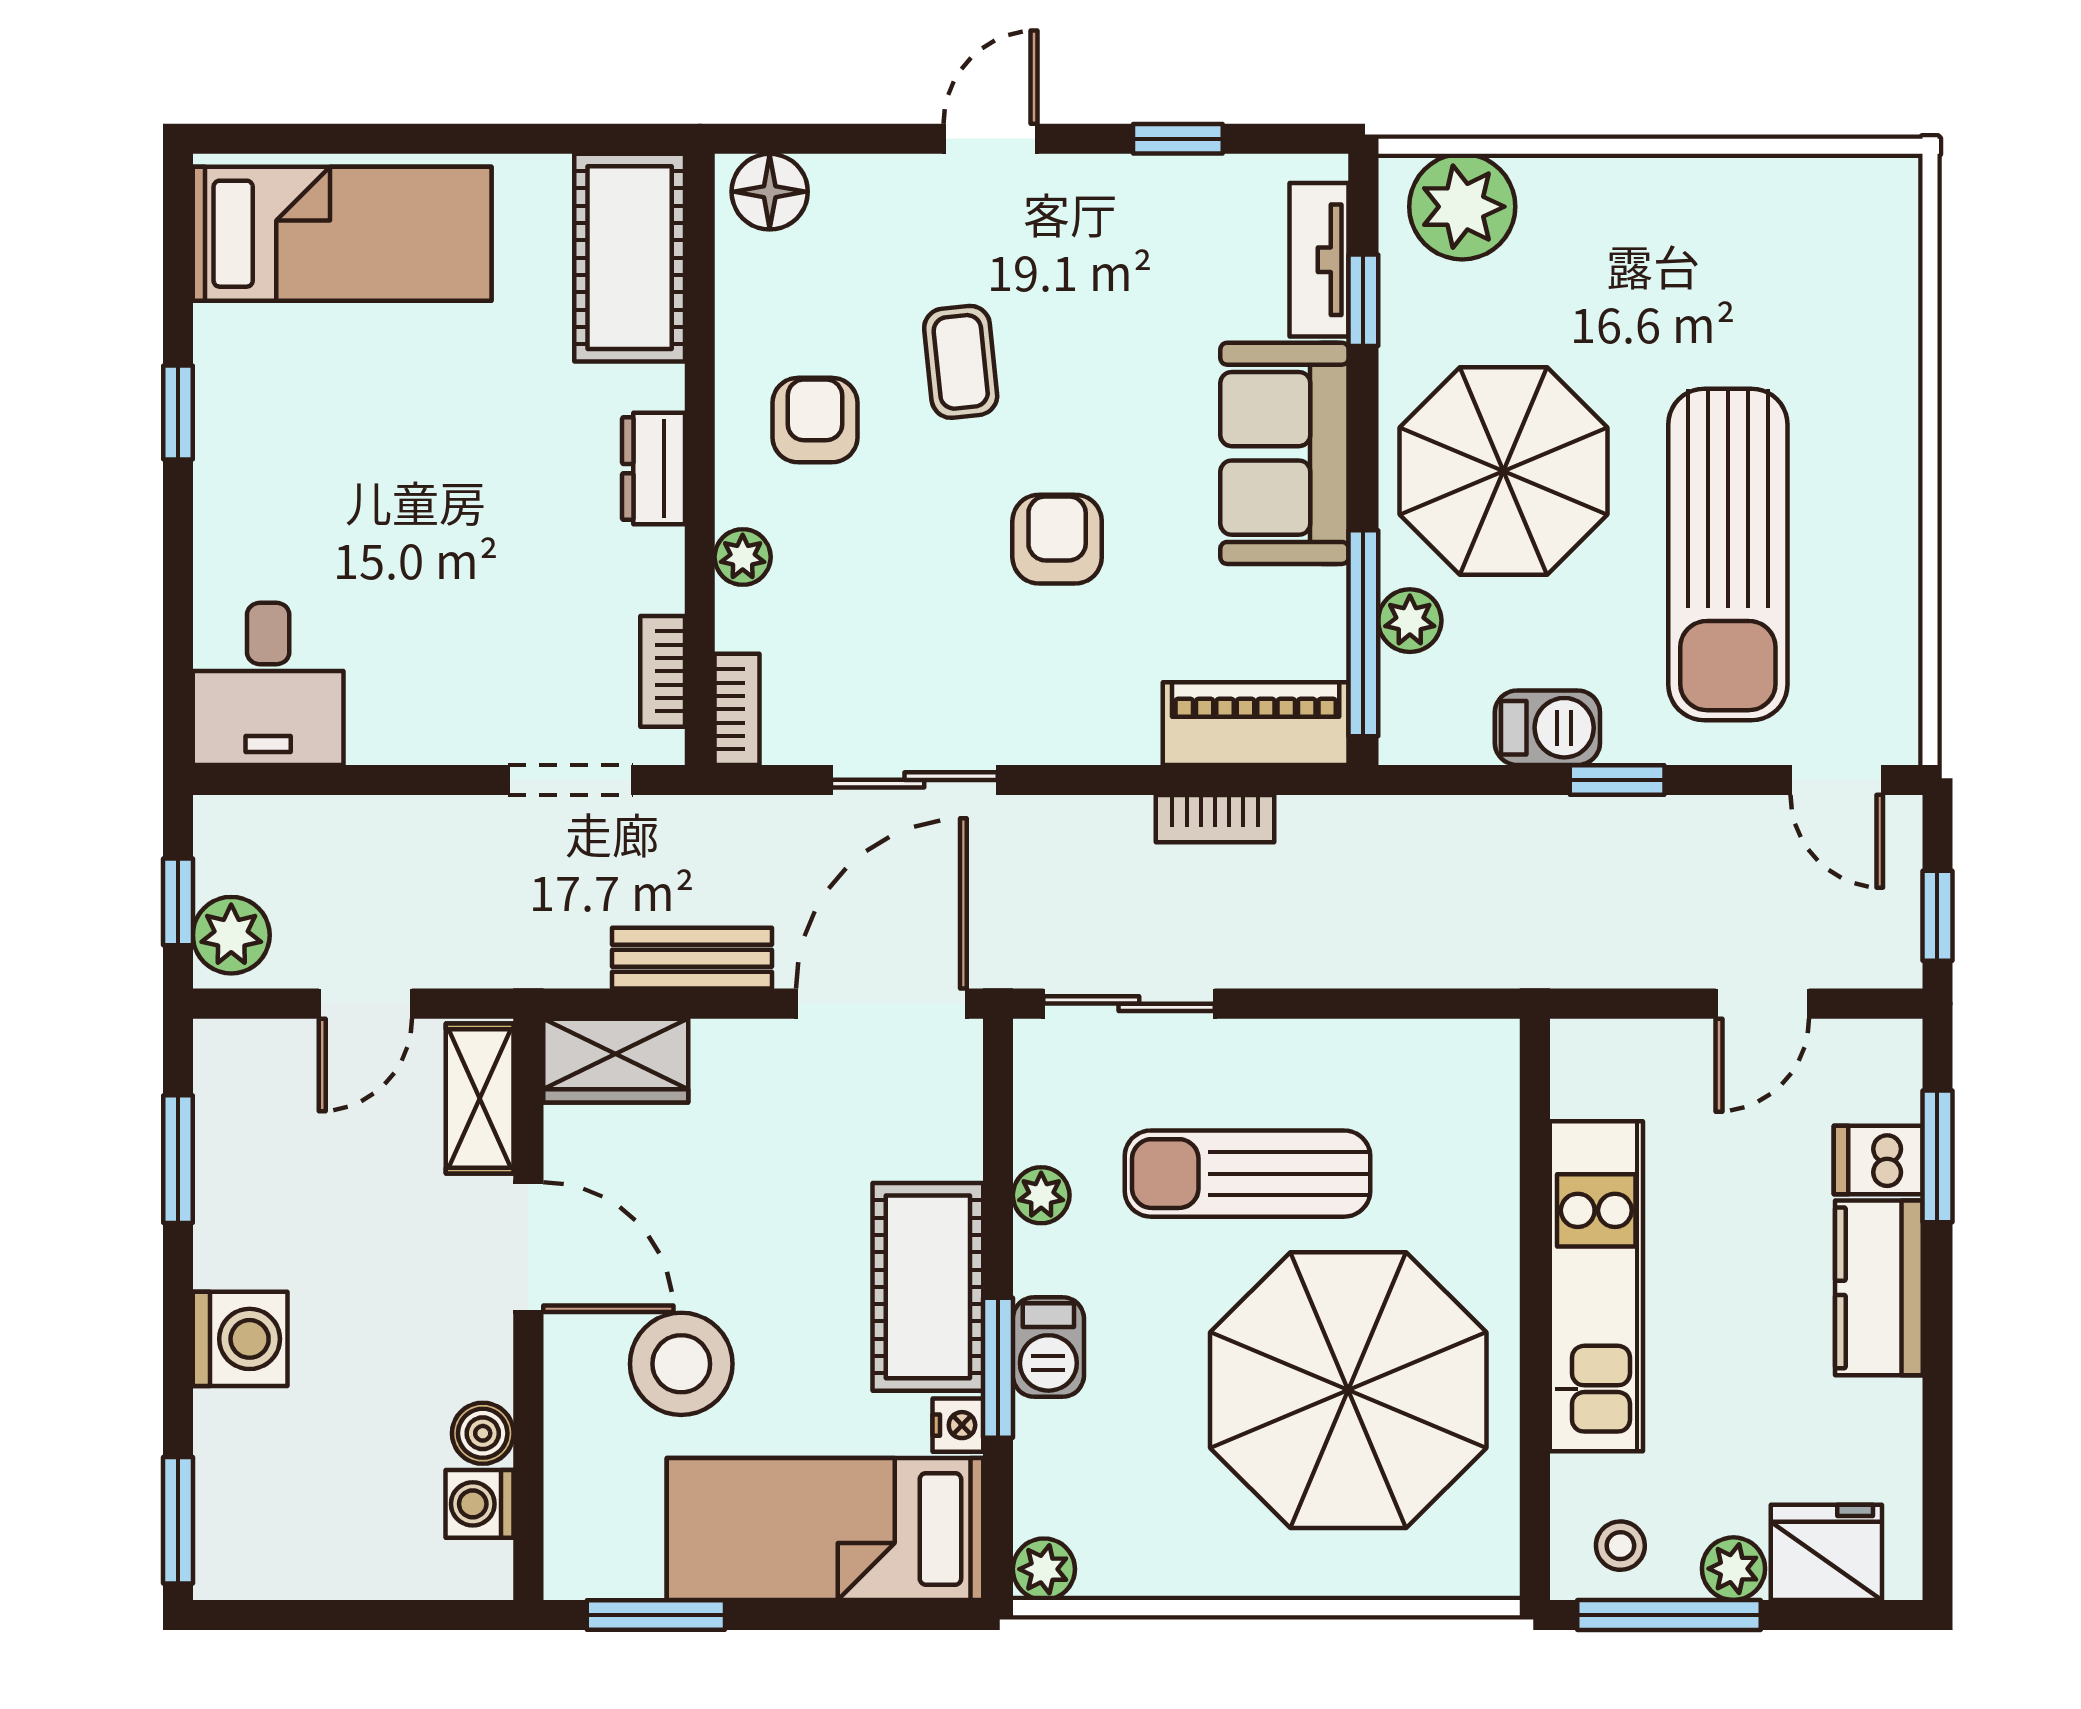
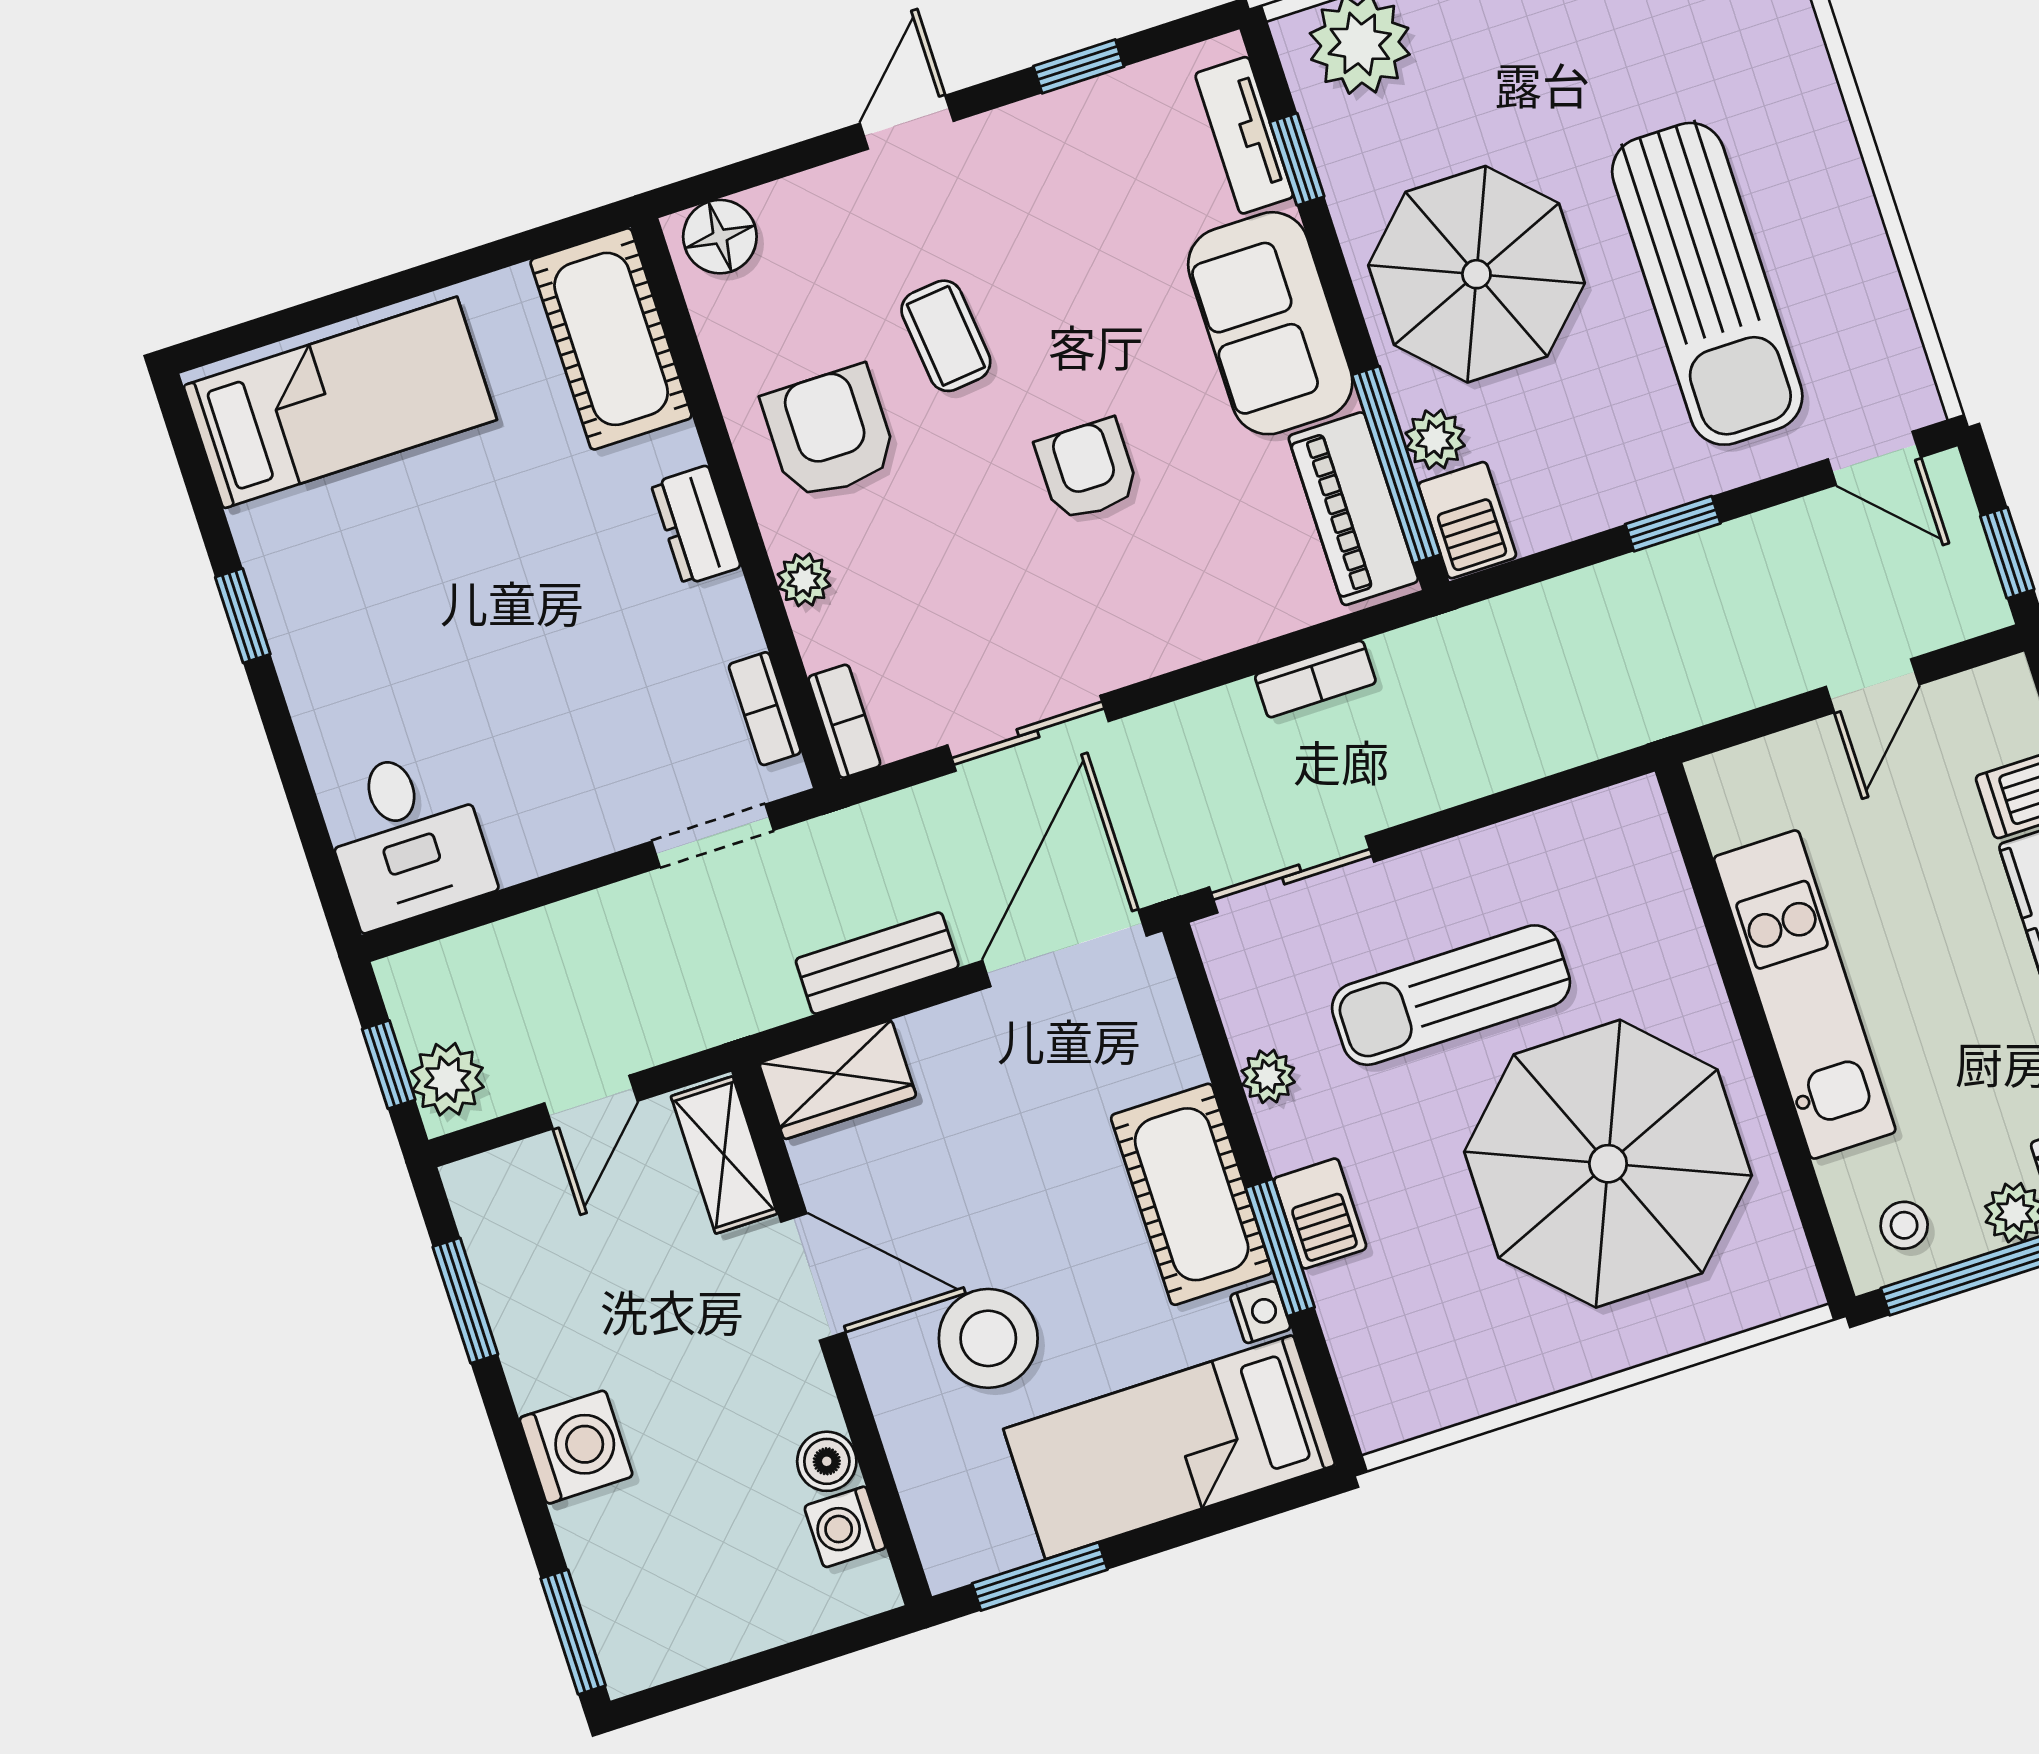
armchair: (815, 420) -> (830, 433), width x1.38, depth x1.38
piano: (1256, 724) -> (1353, 509), moved, turned -90
barbecue: (1547, 728) -> (1467, 520), moved, turned 90
plant: (1044, 1569) -> (1382, 1419), removed

